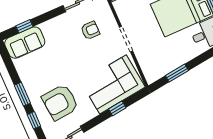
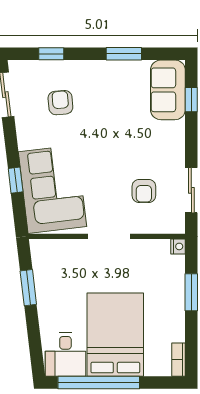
window: (22, 94) -> (124, 54), moved
armchair: (60, 102) -> (60, 103), width x0.53, depth x0.53

